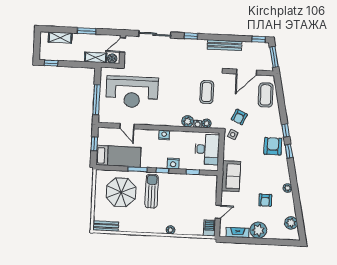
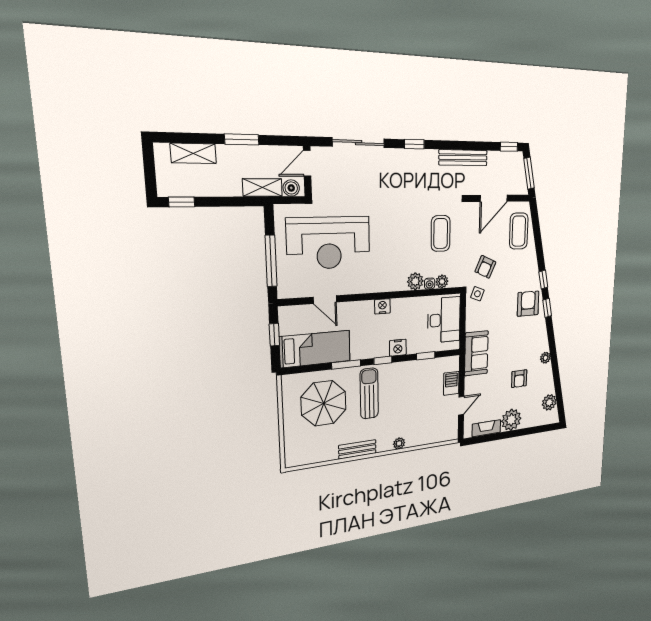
bench: (106, 226) -> (357, 449), moved
barbecue: (209, 228) -> (451, 383), moved

